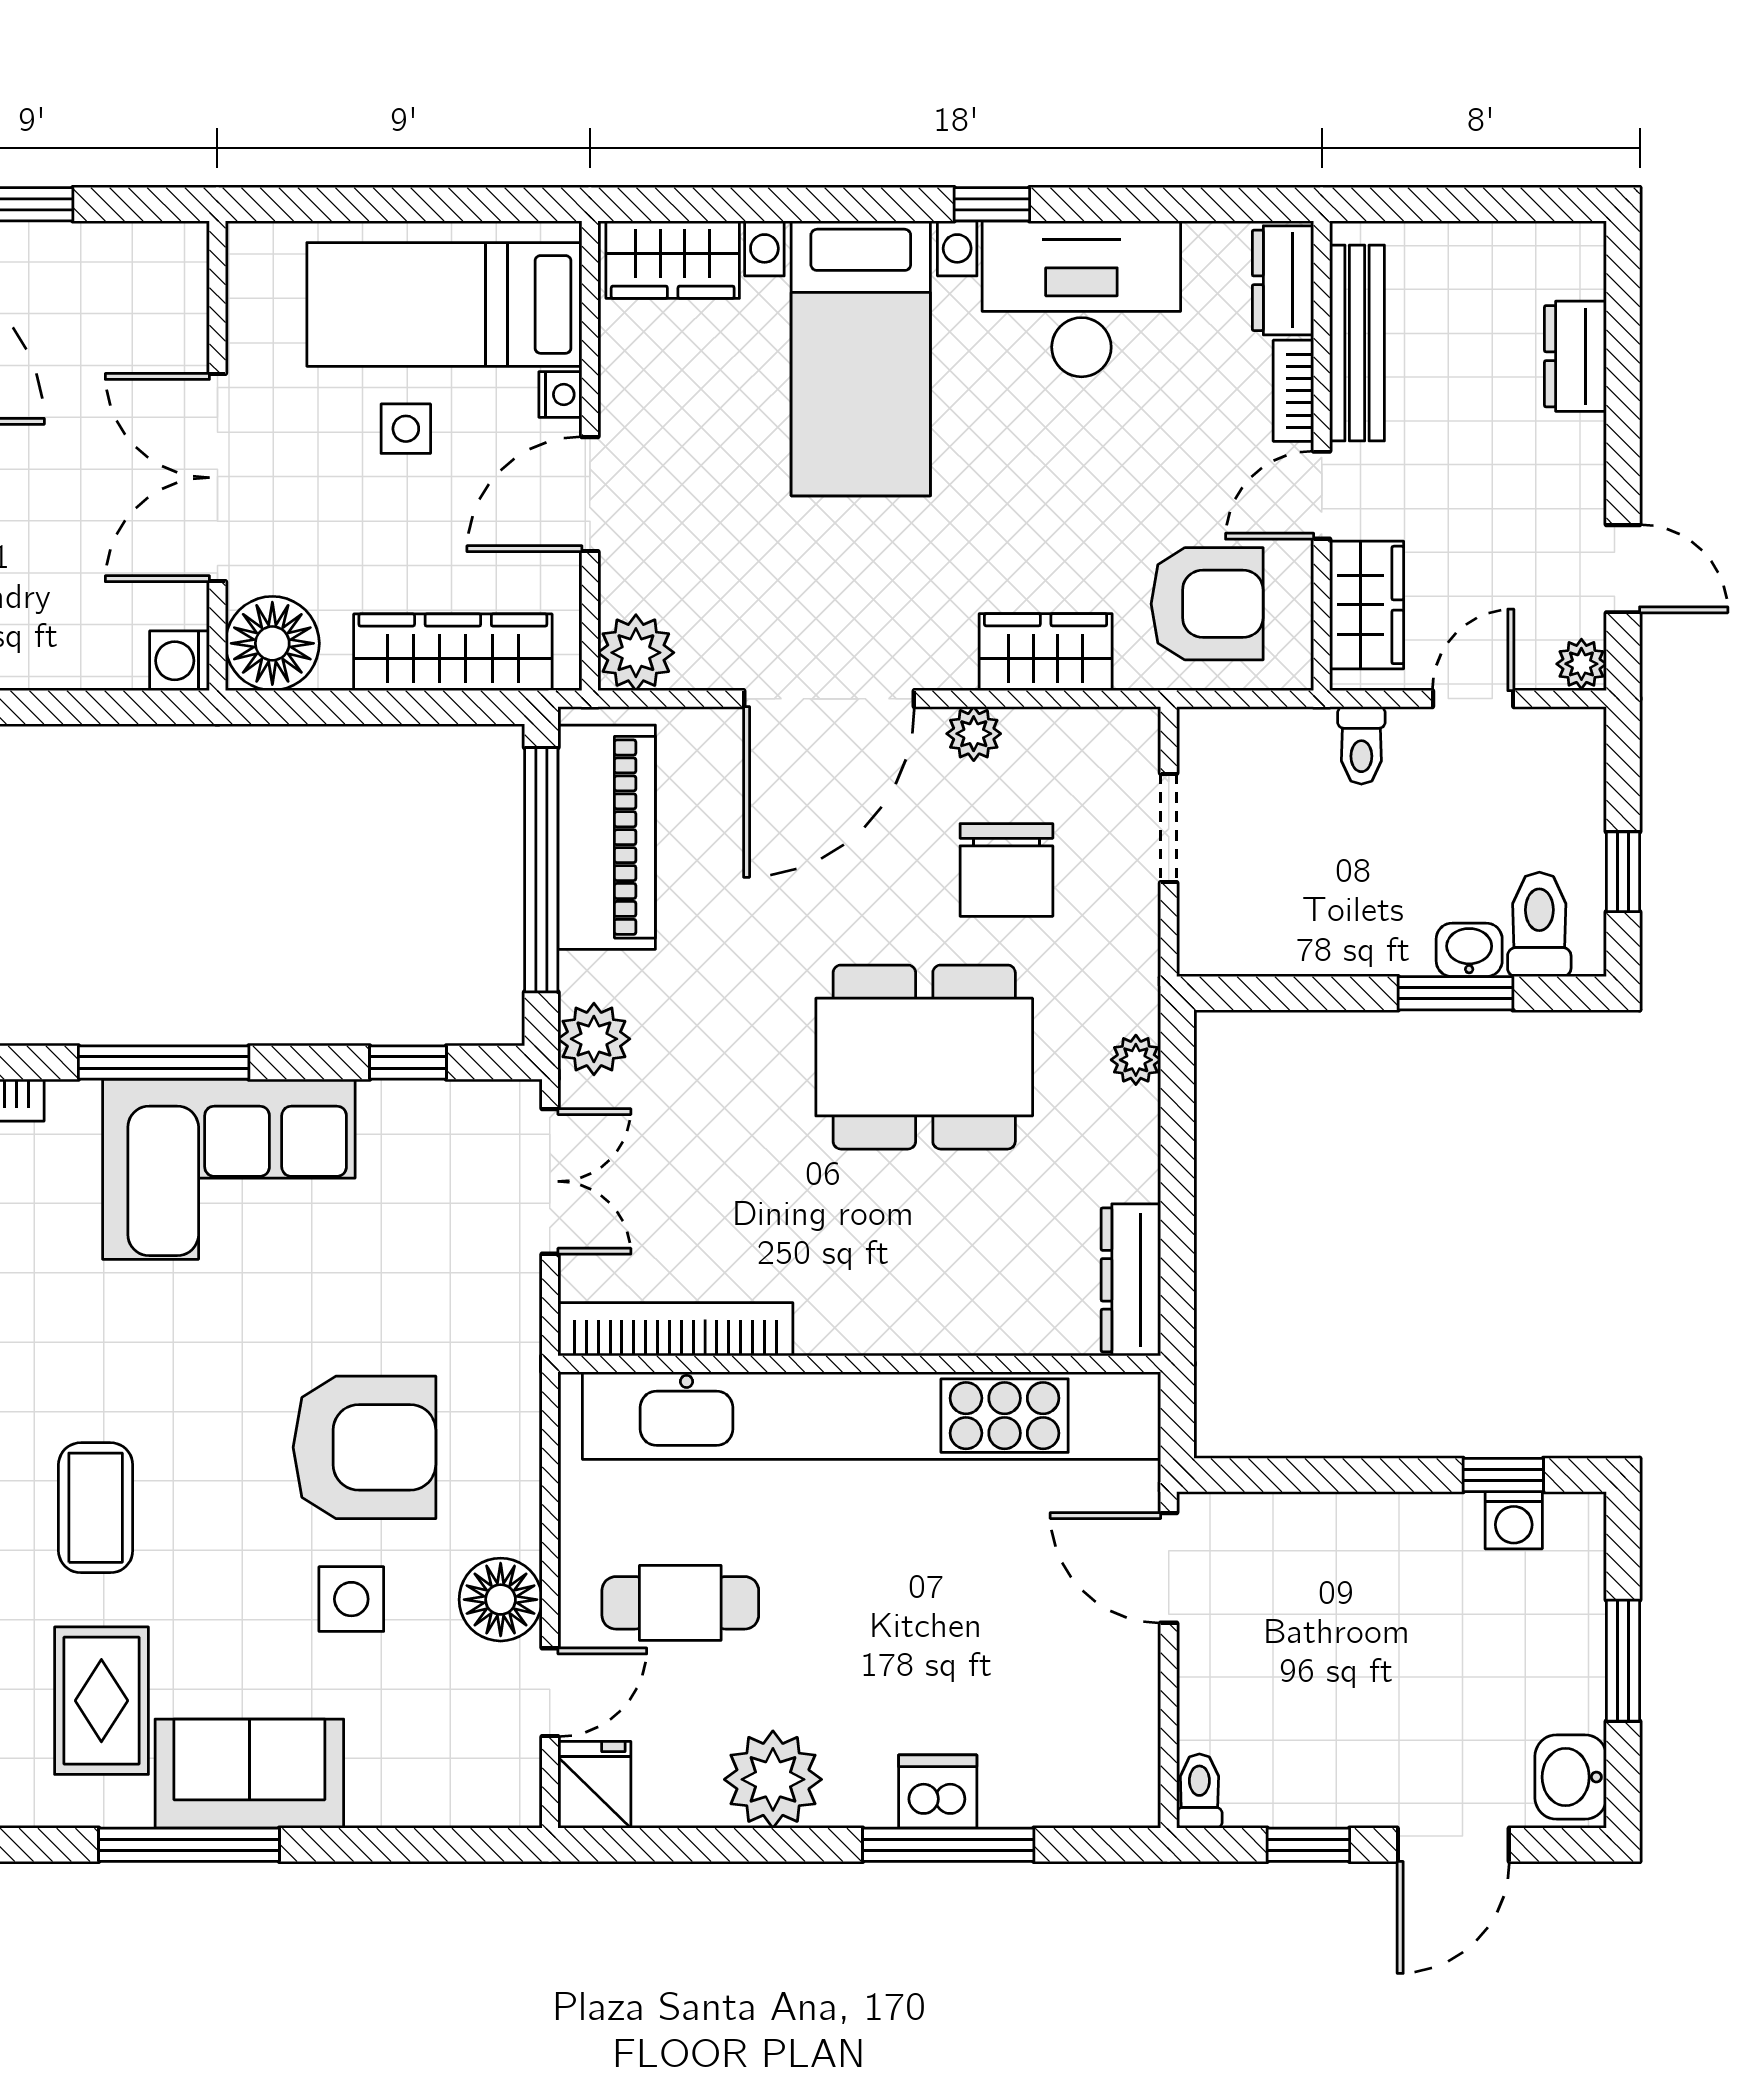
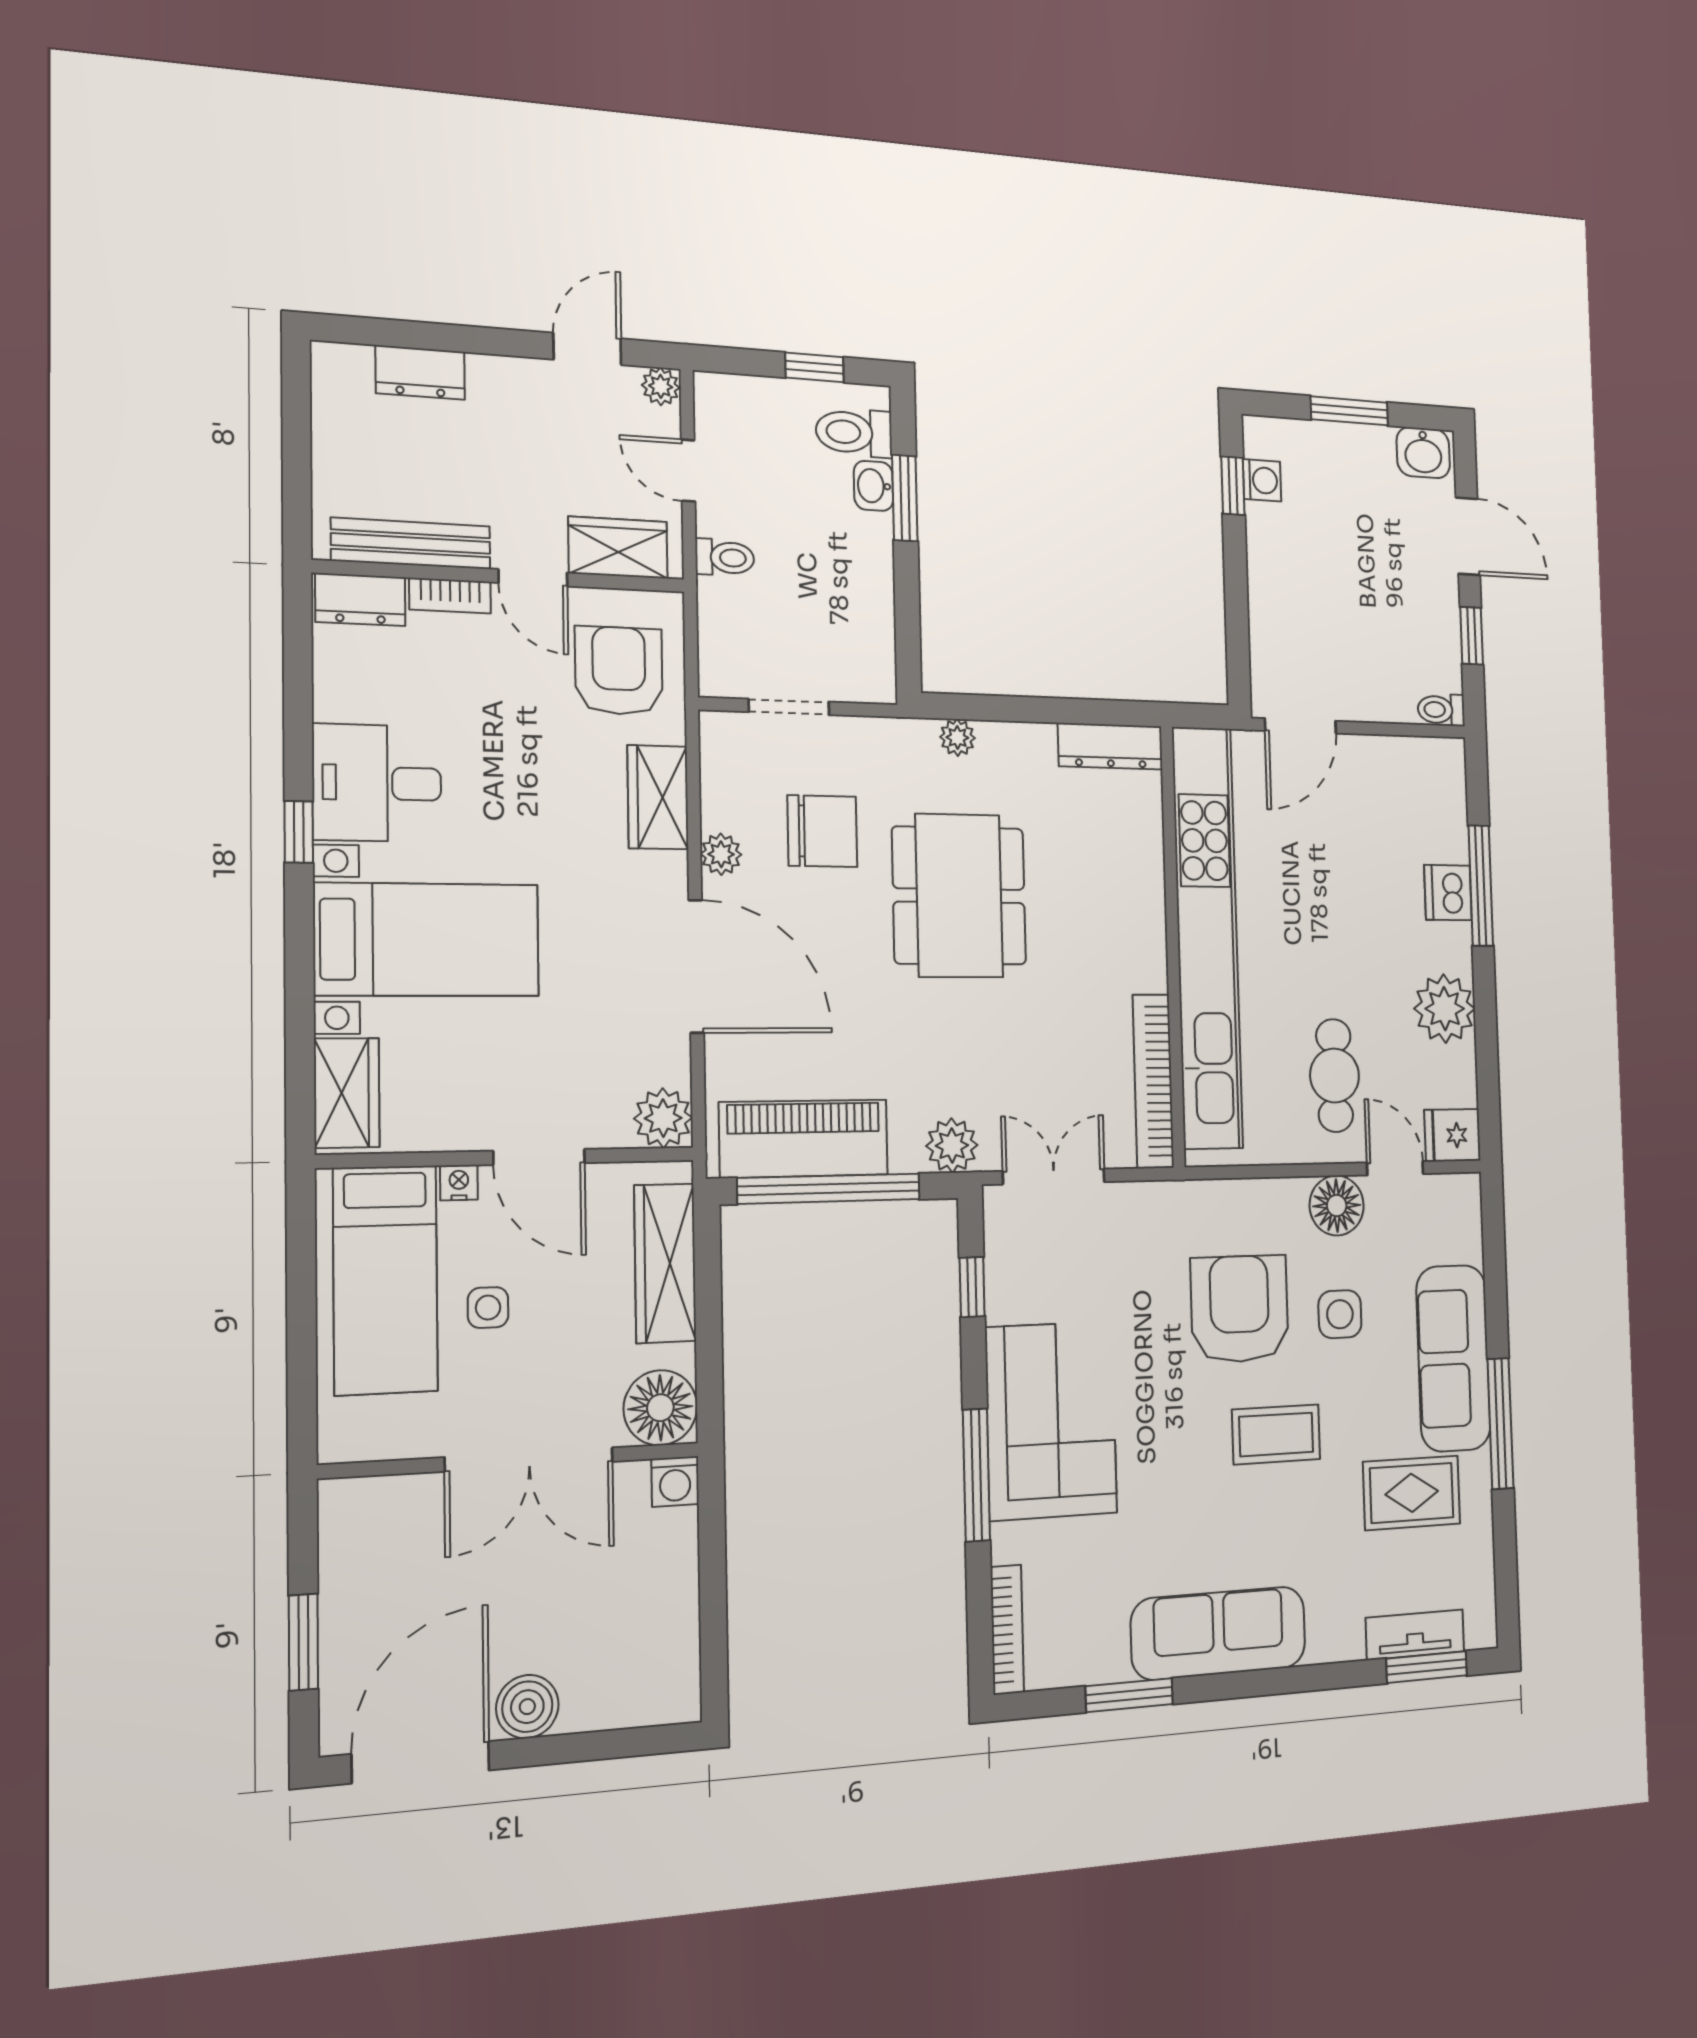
desk: (1081, 299) -> (377, 783), width x0.73
coffee table: (96, 1508) -> (1276, 1434), moved
sofa: (249, 1774) -> (1453, 1358), width x1.36

